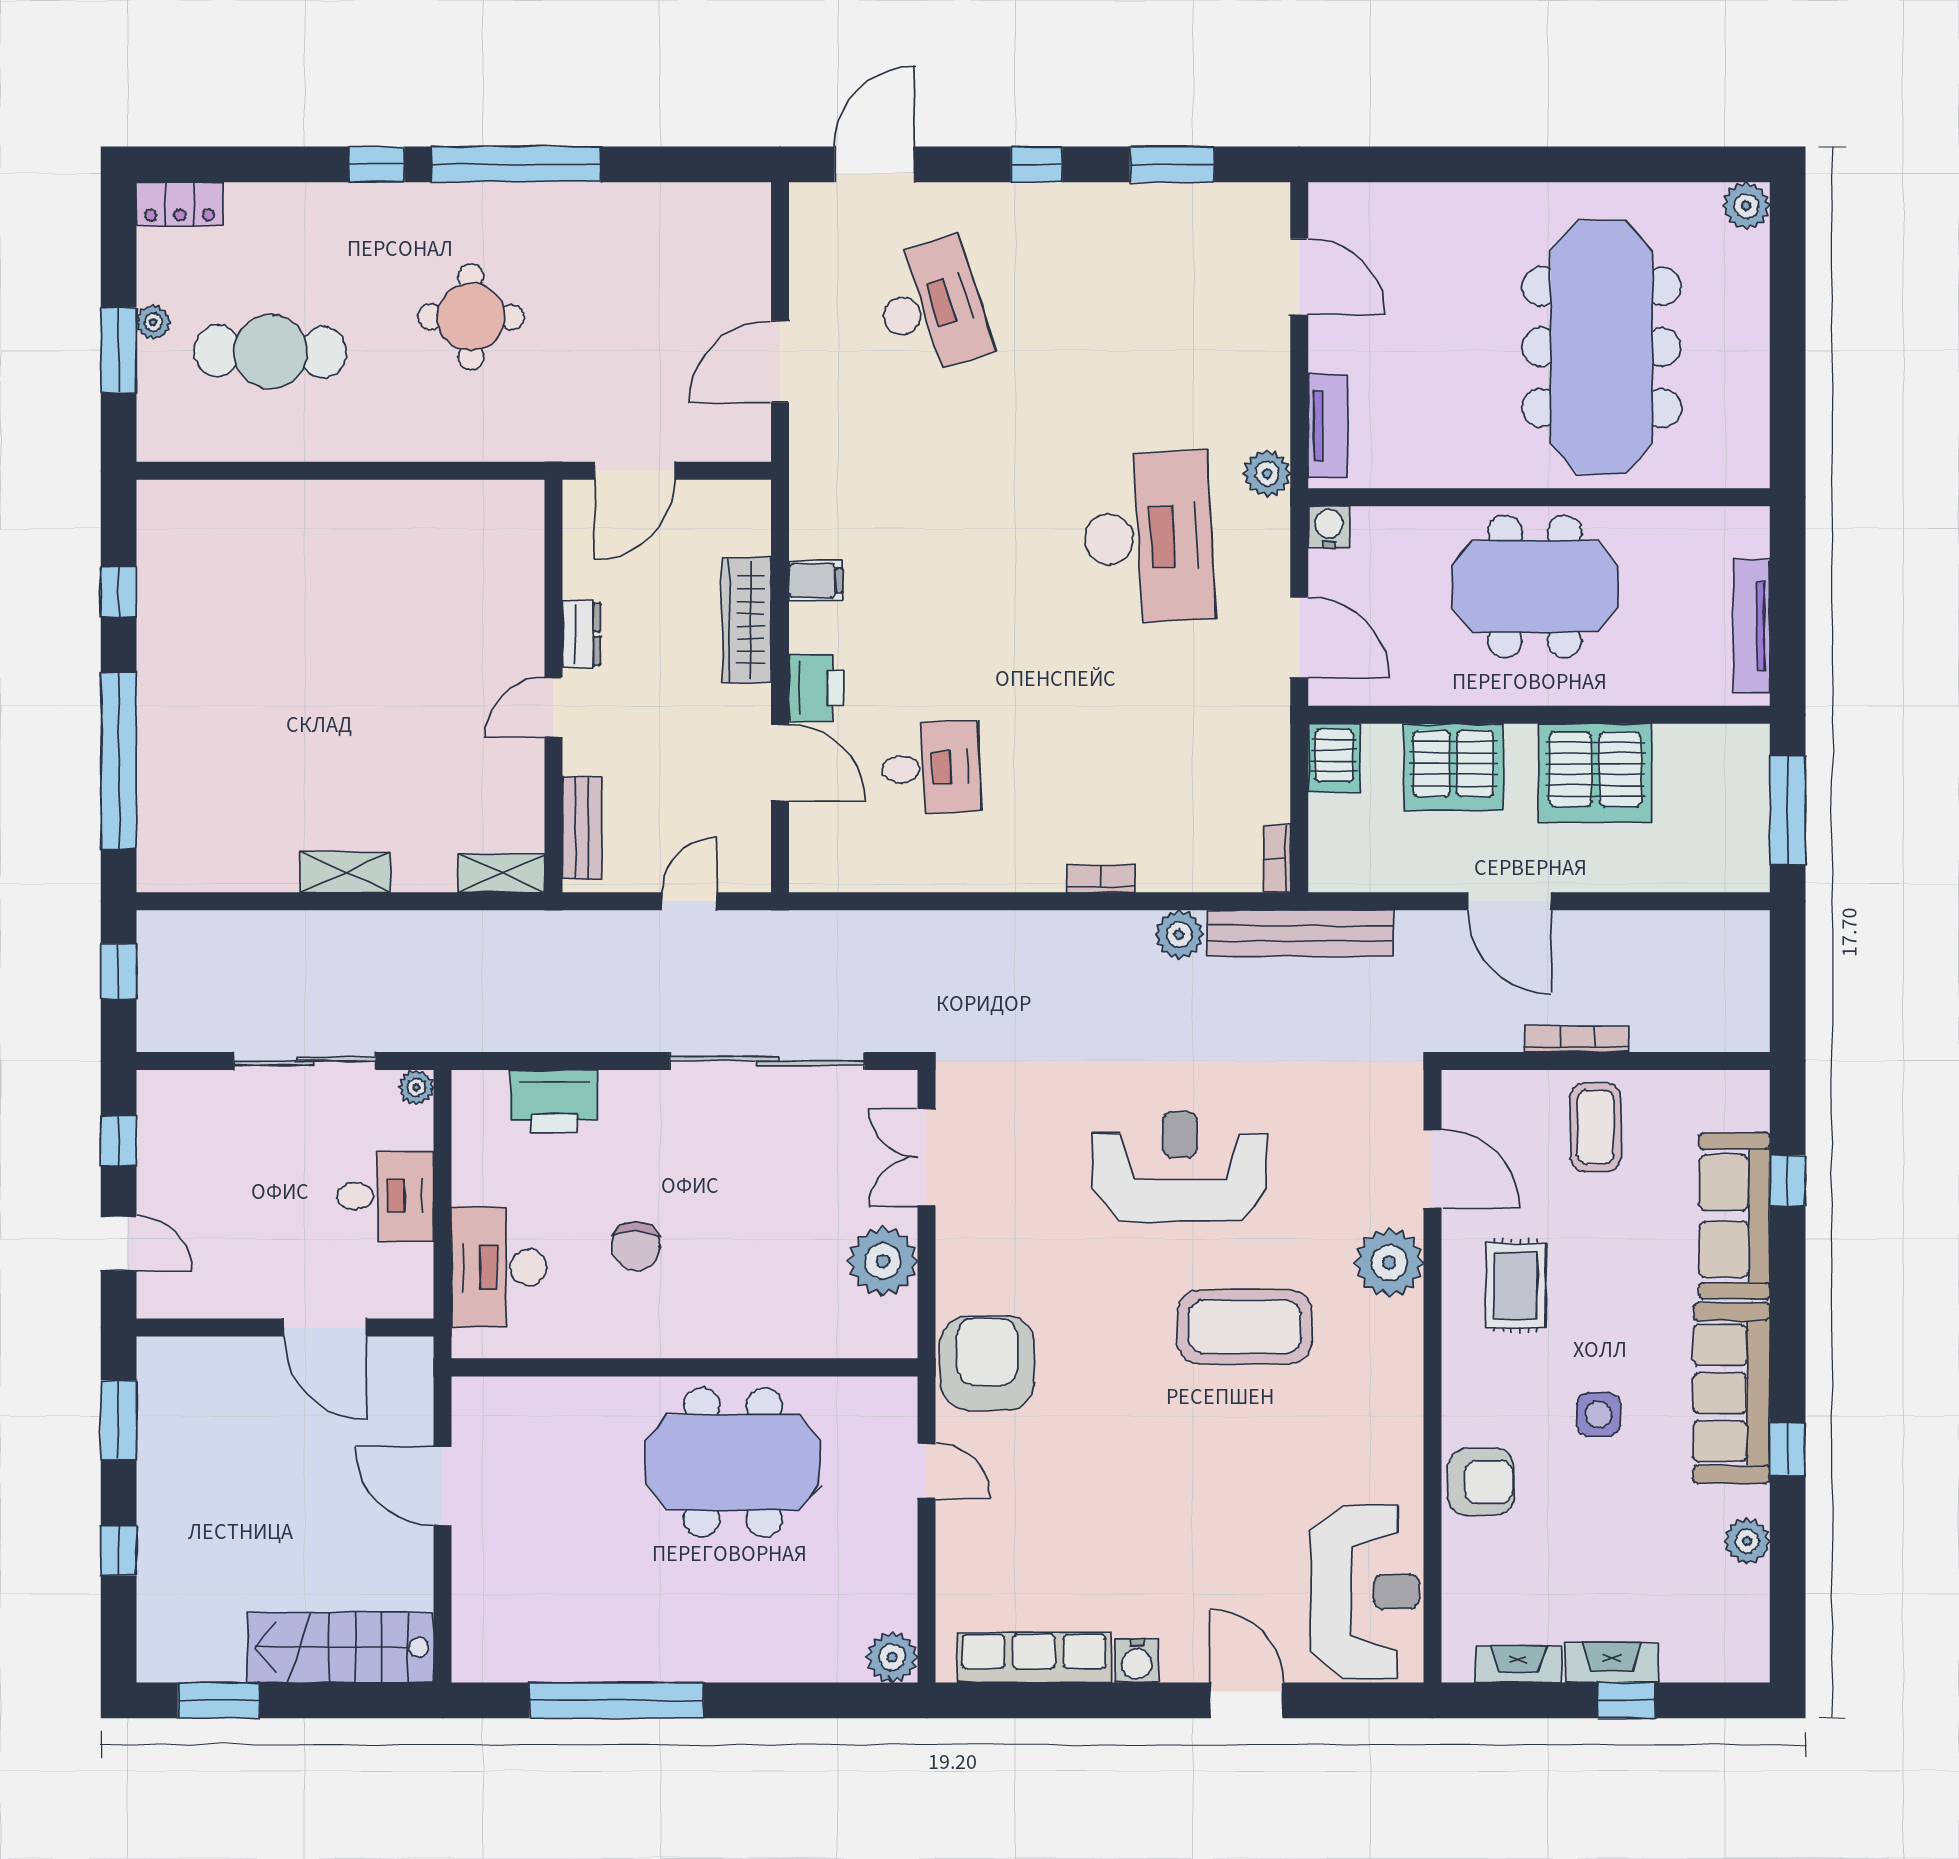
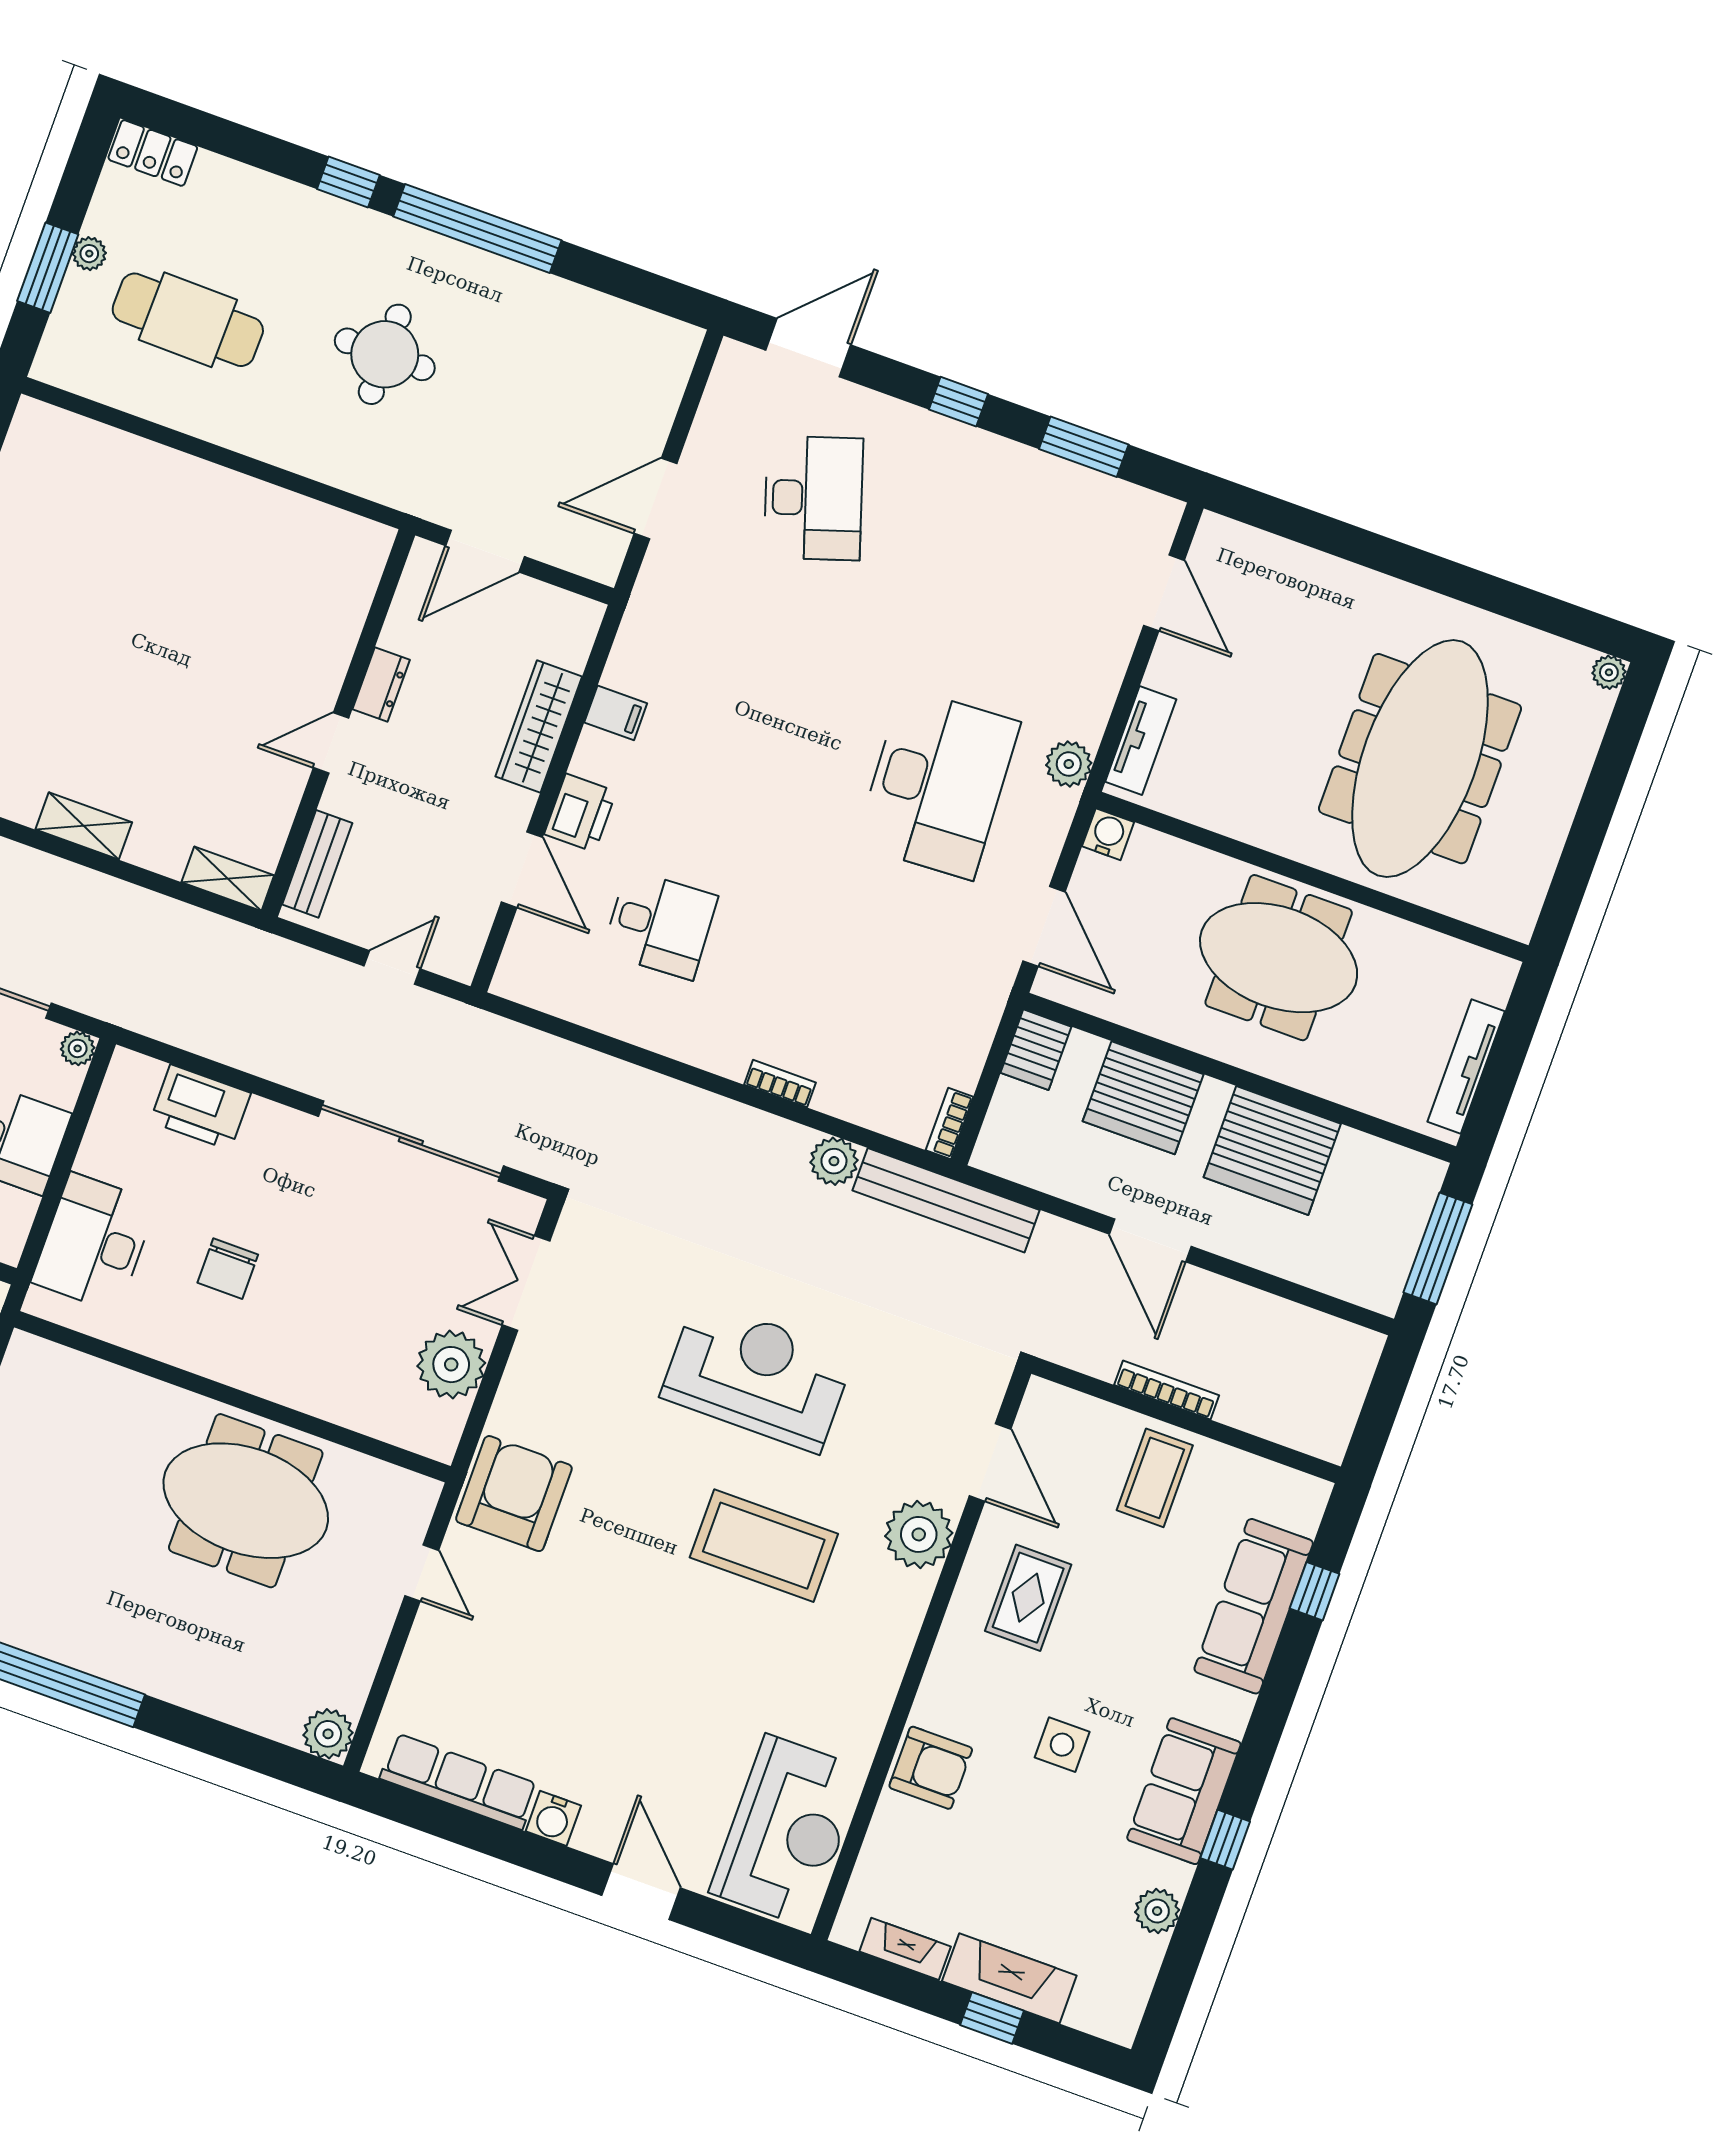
plant: (1746, 206) -> (1609, 672), width x0.73, depth x0.73
sofa: (1731, 1393) -> (1184, 1791), width x0.73
fireplace: (1612, 1663) -> (1009, 1978), width x1.37, depth x1.32

